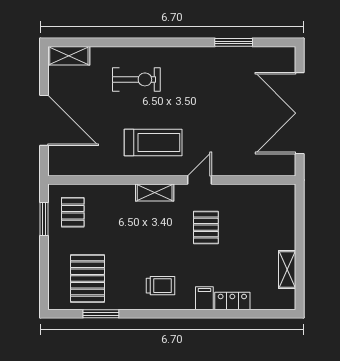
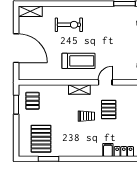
trolley: (161, 286) -> (86, 116), moved

